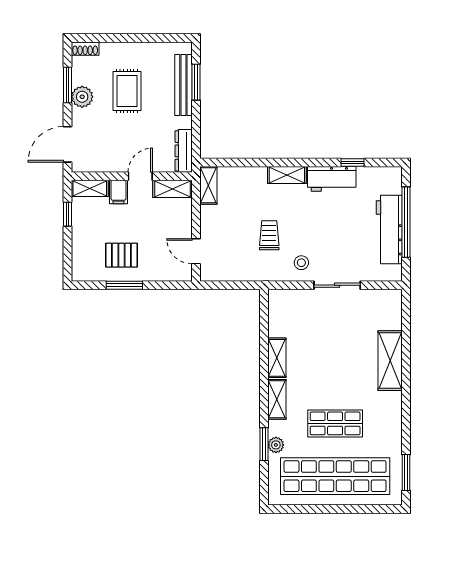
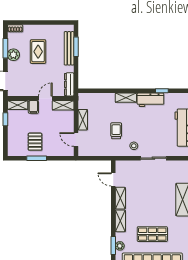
shelving: (208, 185) -> (83, 120), moved
pallet: (121, 255) -> (35, 142), turned 90
door: (264, 324) -> (113, 179), added

